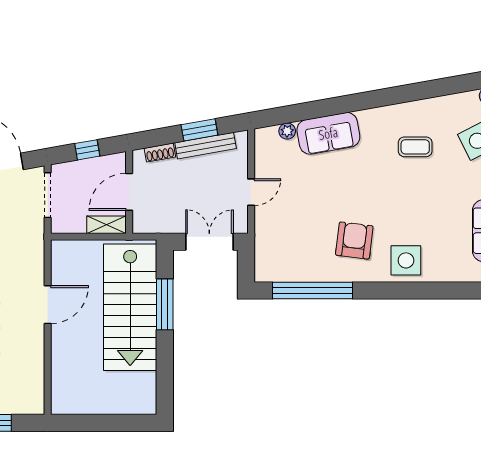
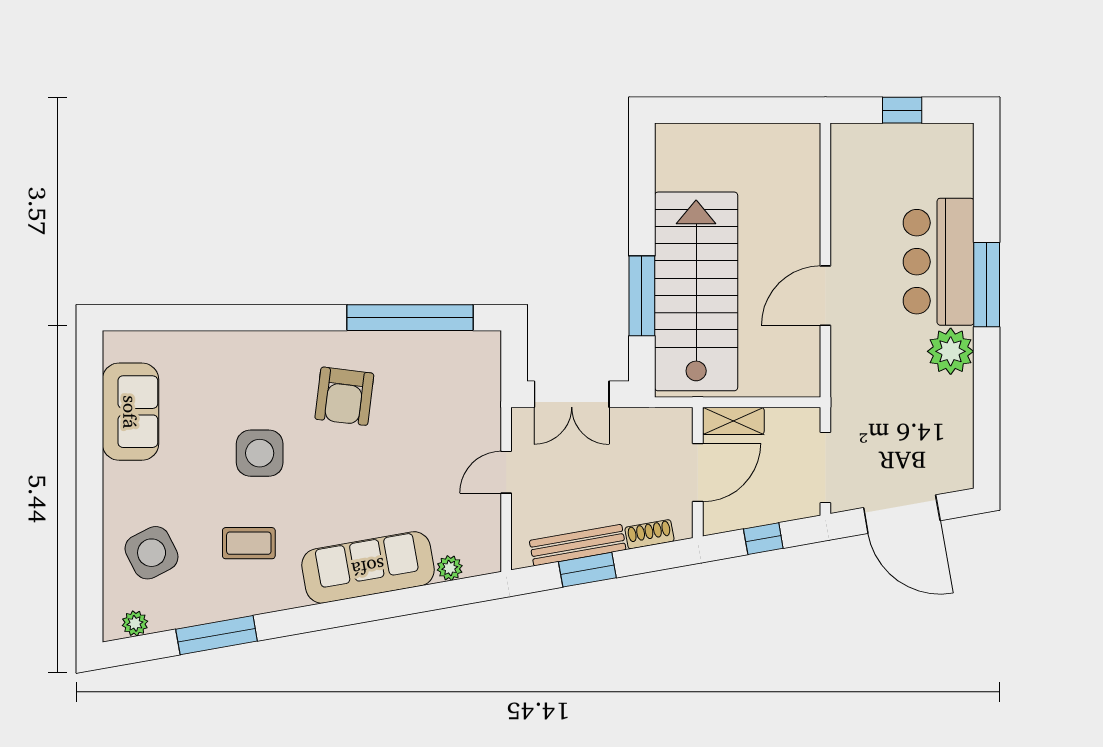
window: (436, 88) -> (217, 635), added
sofa: (328, 133) -> (368, 567), width x1.36
side table: (406, 260) -> (260, 453), moved

